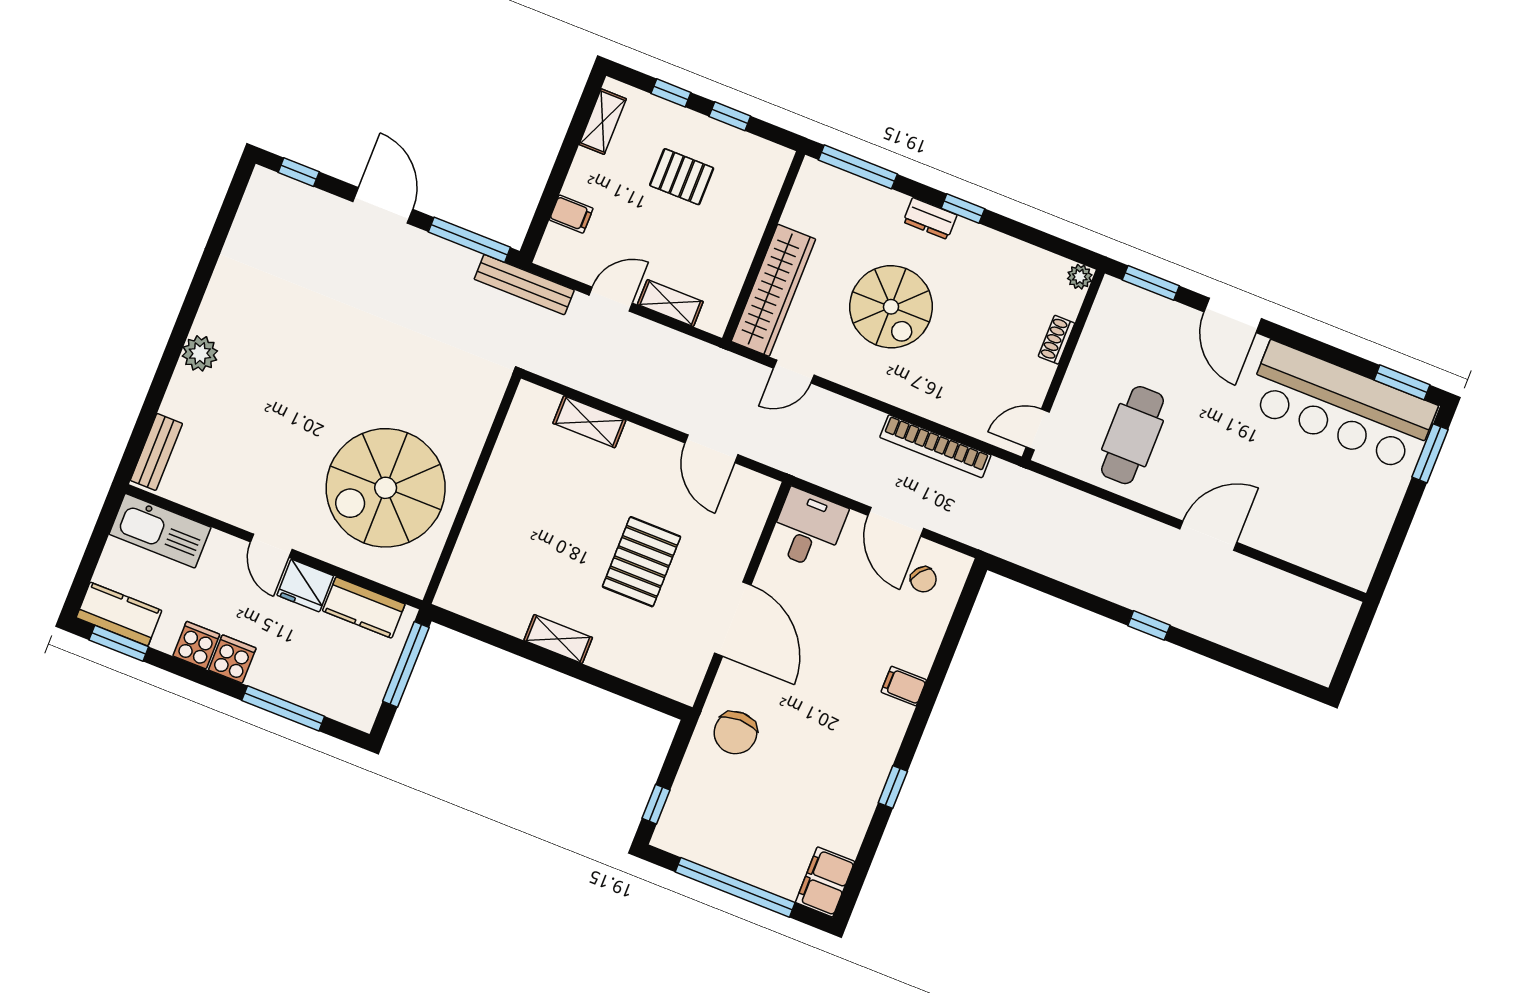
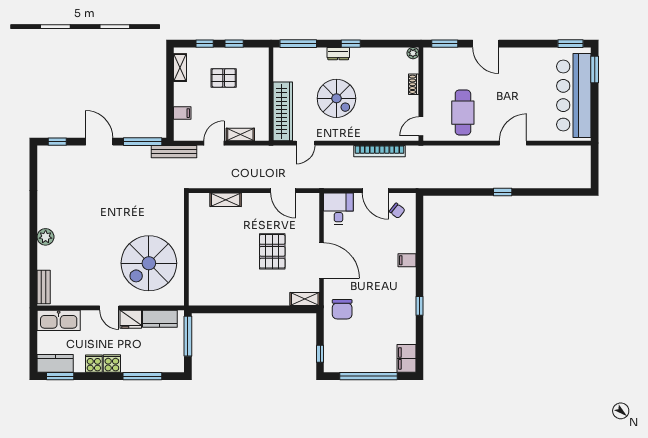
bar counter: (1341, 406) -> (574, 96), moved, turned 90
shelving: (558, 639) -> (305, 299), moved

